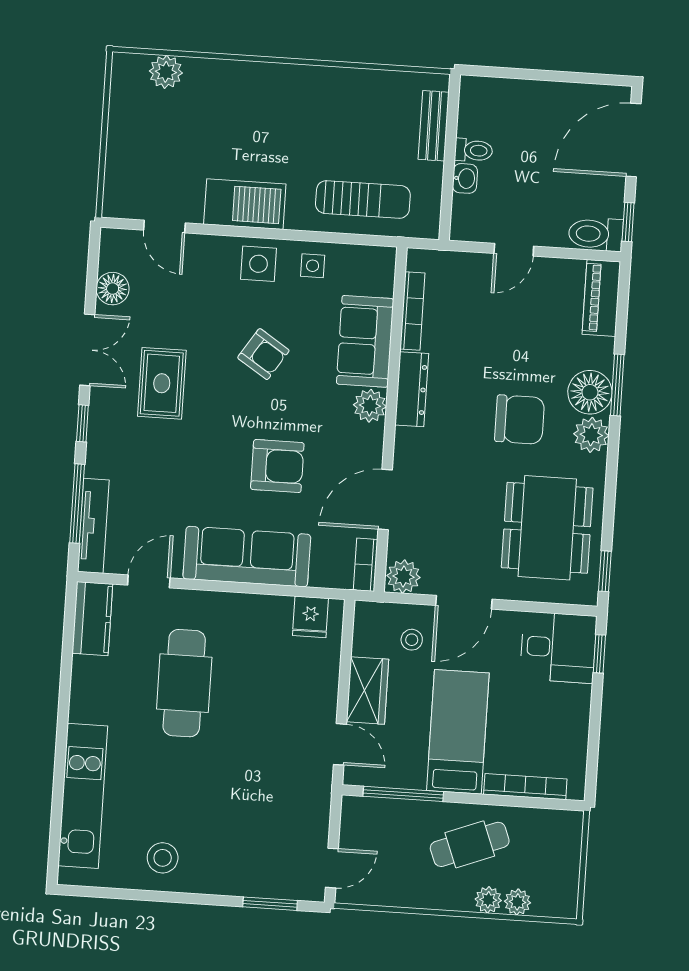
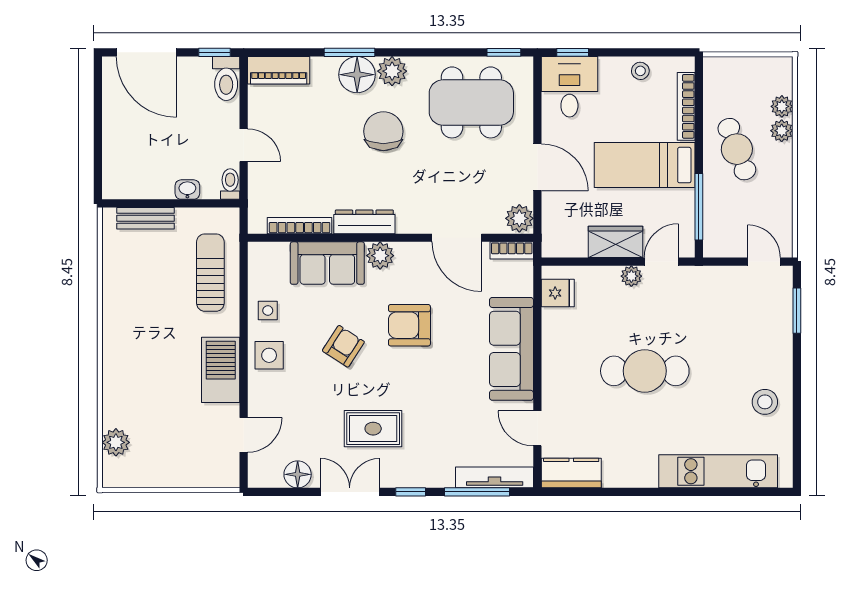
toilet: (474, 150) -> (230, 184), moved
armchair: (277, 466) -> (409, 325), moved, turned -90
stool: (412, 640) -> (640, 71), moved
cafe table: (184, 683) -> (645, 371), moved
plant: (325, 707) -> (631, 276), added

